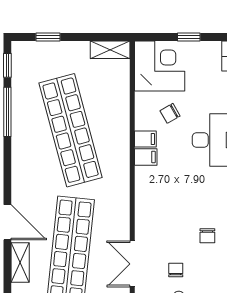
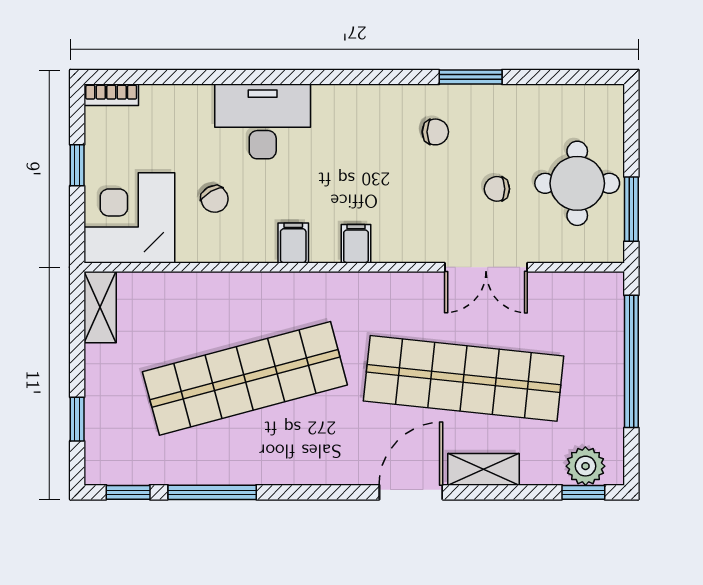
filing cabinet: (145, 139) -> (356, 244), moved

